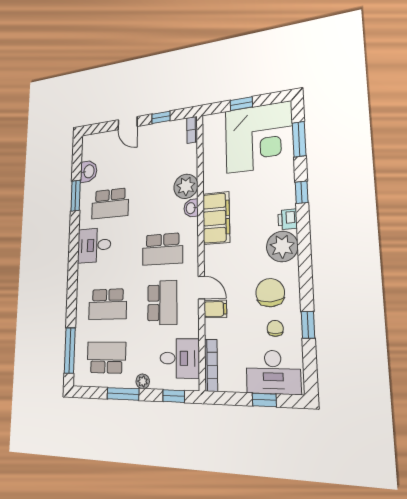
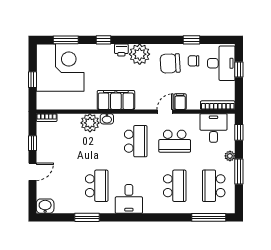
washbasin: (89, 171) -> (45, 206), moved
school desk: (162, 303) -> (175, 141), turned 180

